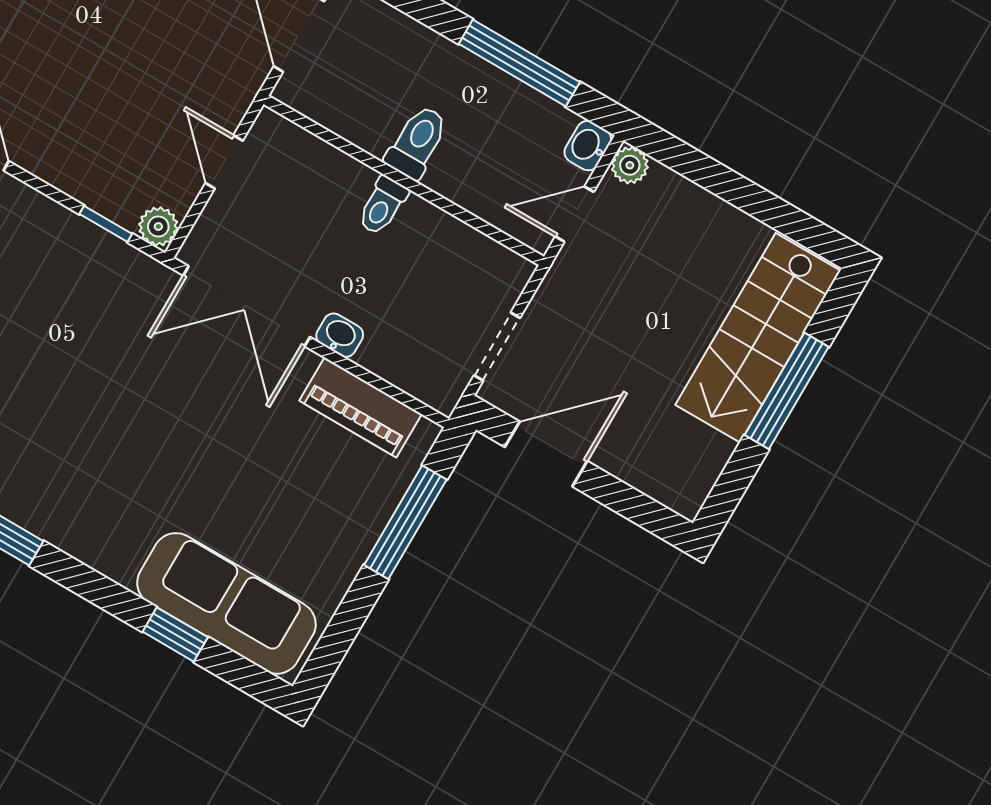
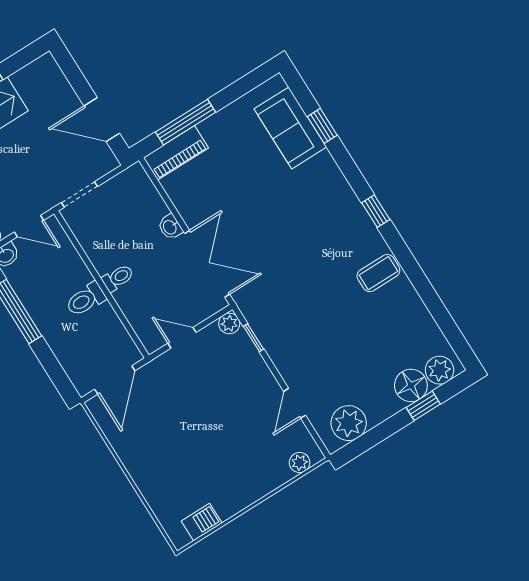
door: (224, 162) -> (182, 338), swing flipped
doorway: (497, 347) -> (79, 195), moved
piano: (361, 407) -> (176, 153), moved, turned 90
sofa: (226, 603) -> (290, 128), width x0.73

